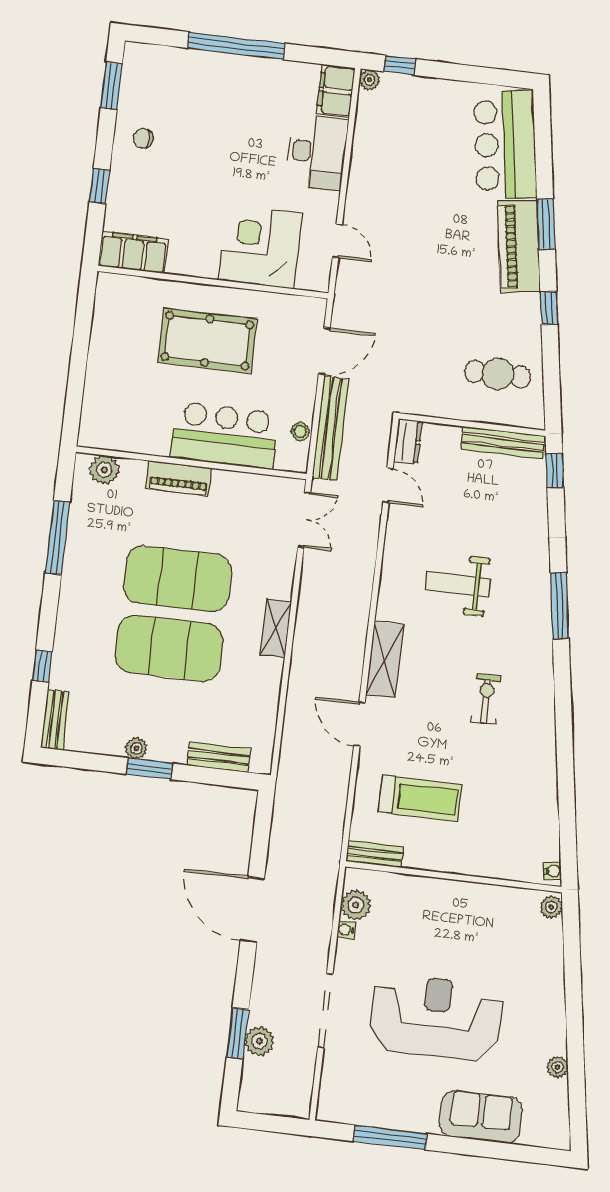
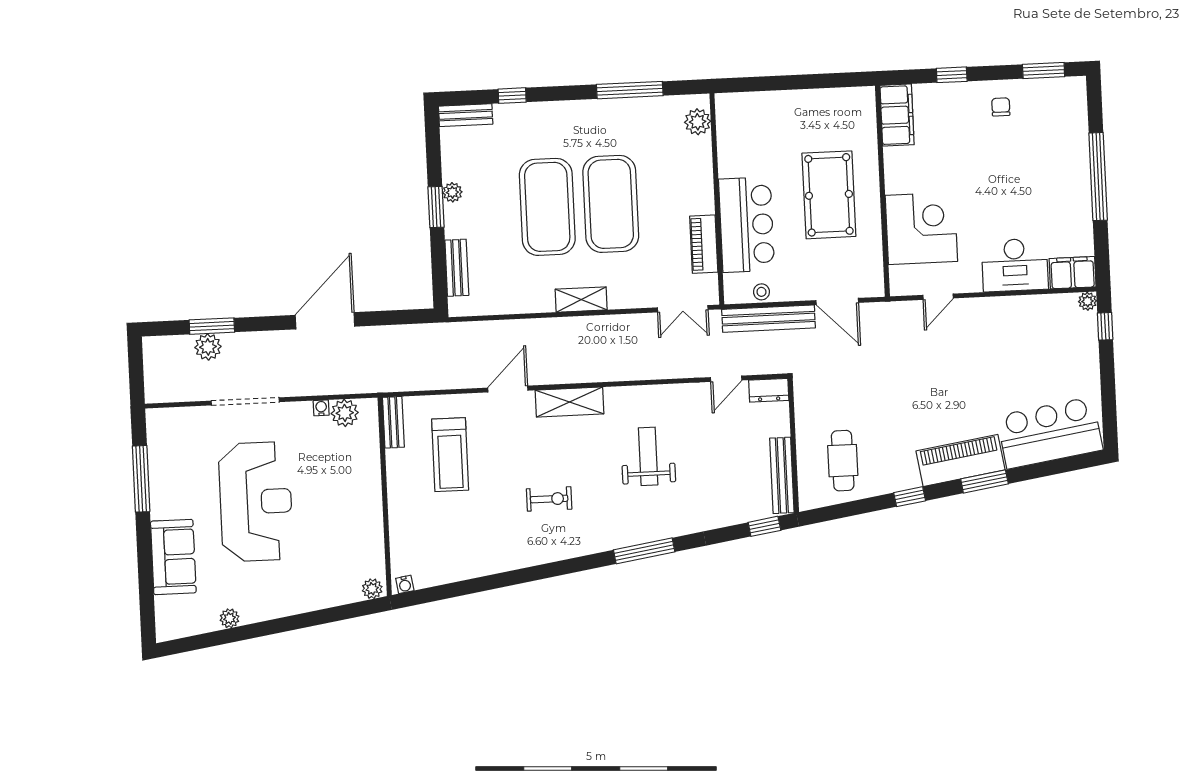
piano: (179, 478) -> (704, 244), moved

